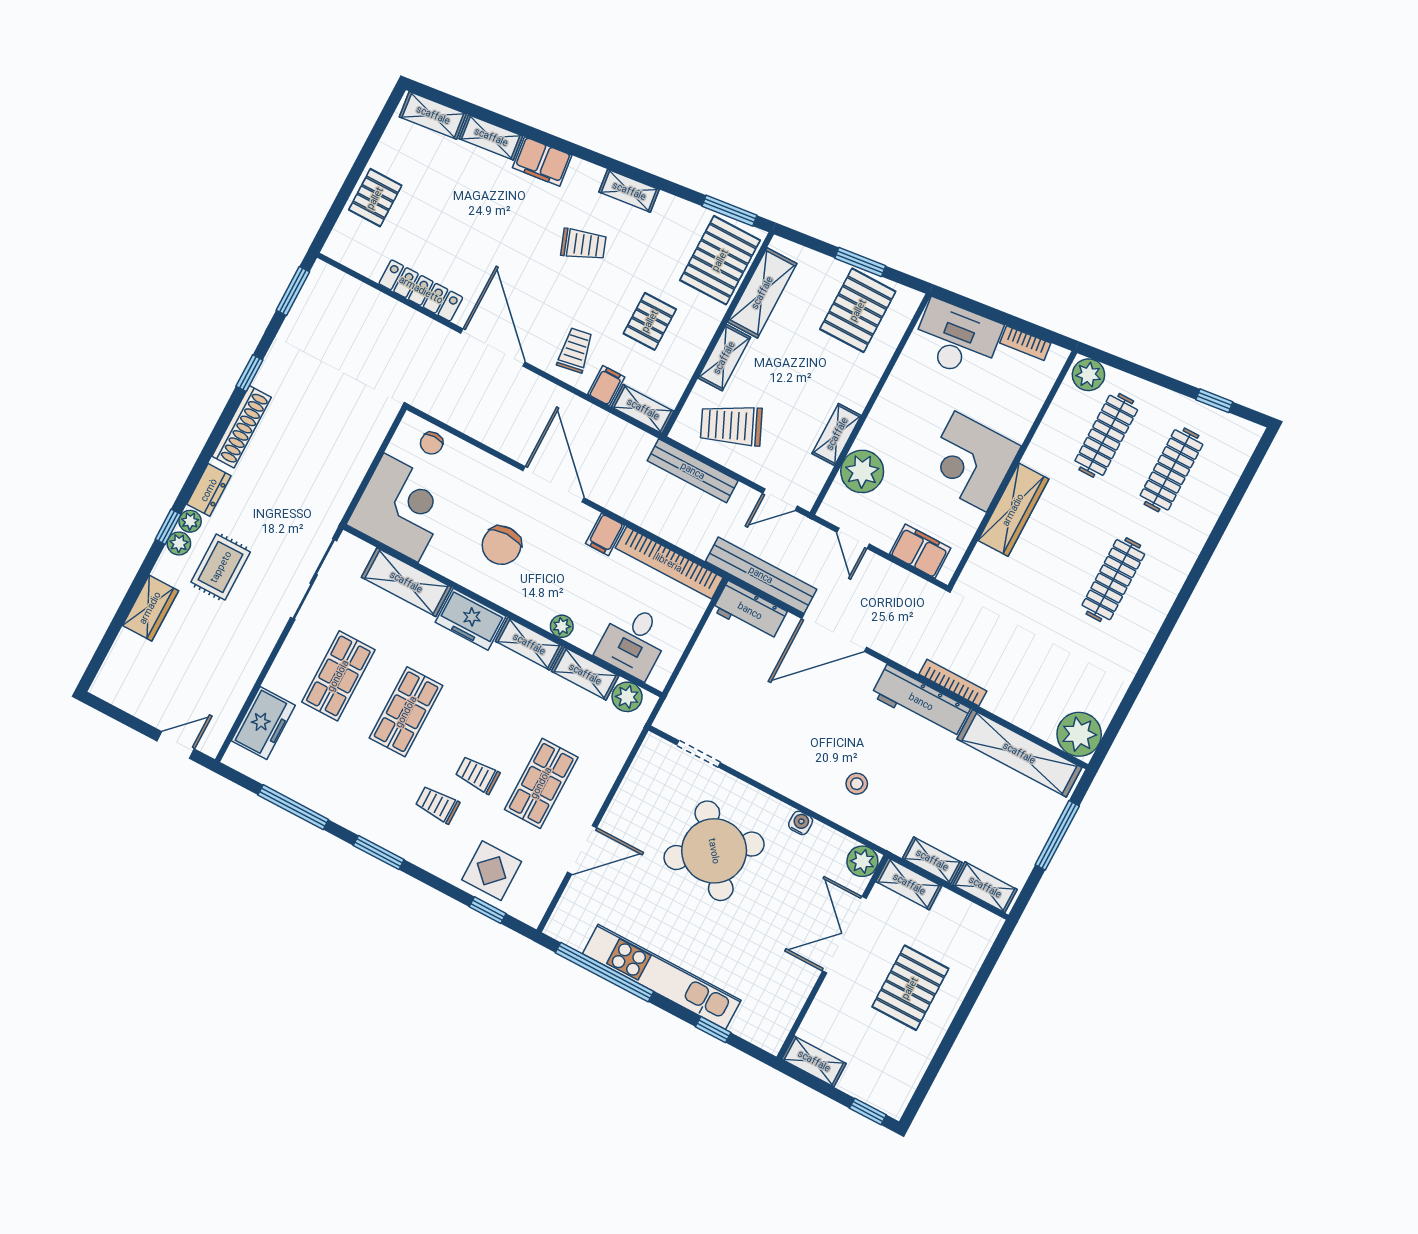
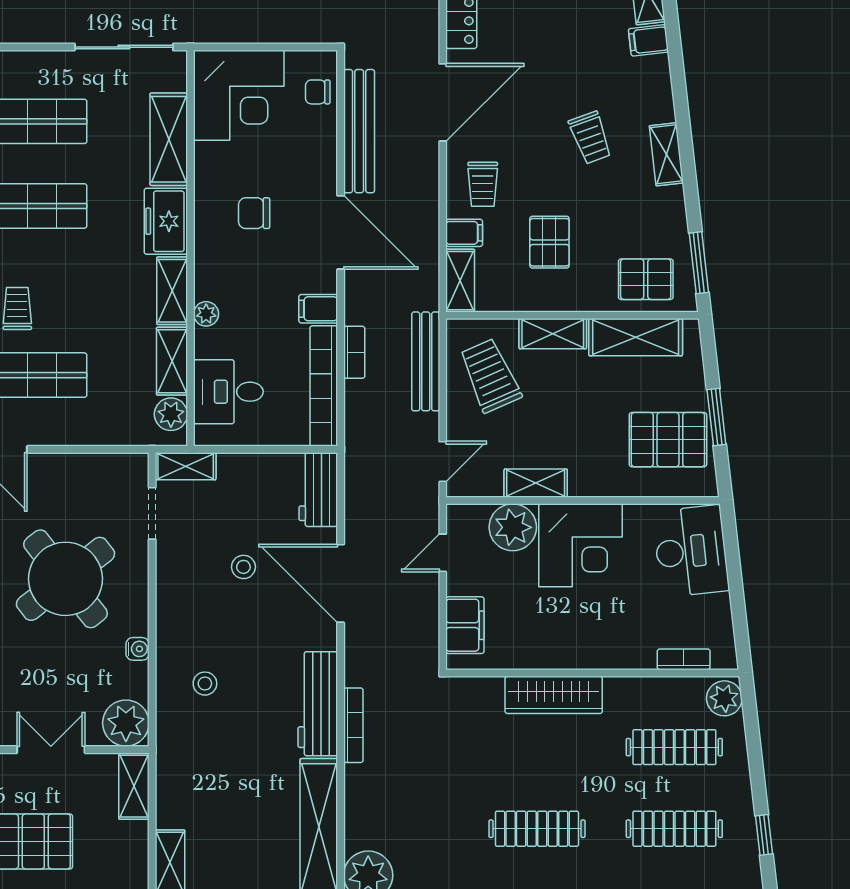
filing cabinet: (542, 162) -> (648, 40), width x0.50
pallet: (720, 260) -> (646, 279), width x0.67, depth x0.71
pallet: (650, 321) -> (549, 242), turned 90
bookcase: (1025, 343) -> (684, 659), moved, turned 96
trolley: (575, 350) -> (483, 184), turned 100
corner desk: (971, 462) -> (581, 545), moved, turned 180
door: (554, 484) -> (341, 232), hinge flipped
door: (780, 500) -> (443, 462), swing flipped
bookcase: (655, 524) -> (354, 352), added
chair: (502, 545) -> (254, 213), width x0.73, depth x0.73
bench: (761, 575) -> (359, 131), moved
stool: (780, 703) -> (243, 567), added
shelving: (932, 860) -> (186, 466), moved, turned 90
plant: (862, 861) -> (126, 723), width x1.36, depth x1.36
double door: (844, 935) -> (51, 750), width x0.73

